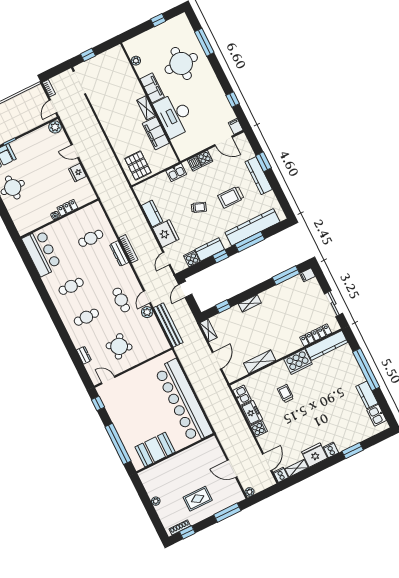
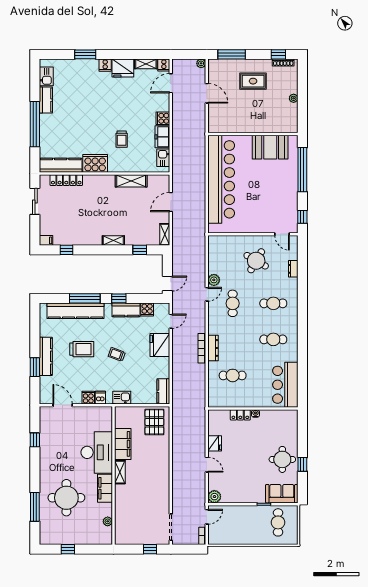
filing cabinet: (236, 126) -> (45, 413), removed
kitchen counter: (152, 213) -> (163, 391), moved
window: (286, 275) -> (66, 250), width x0.46
bench: (168, 325) -> (200, 258), removed

